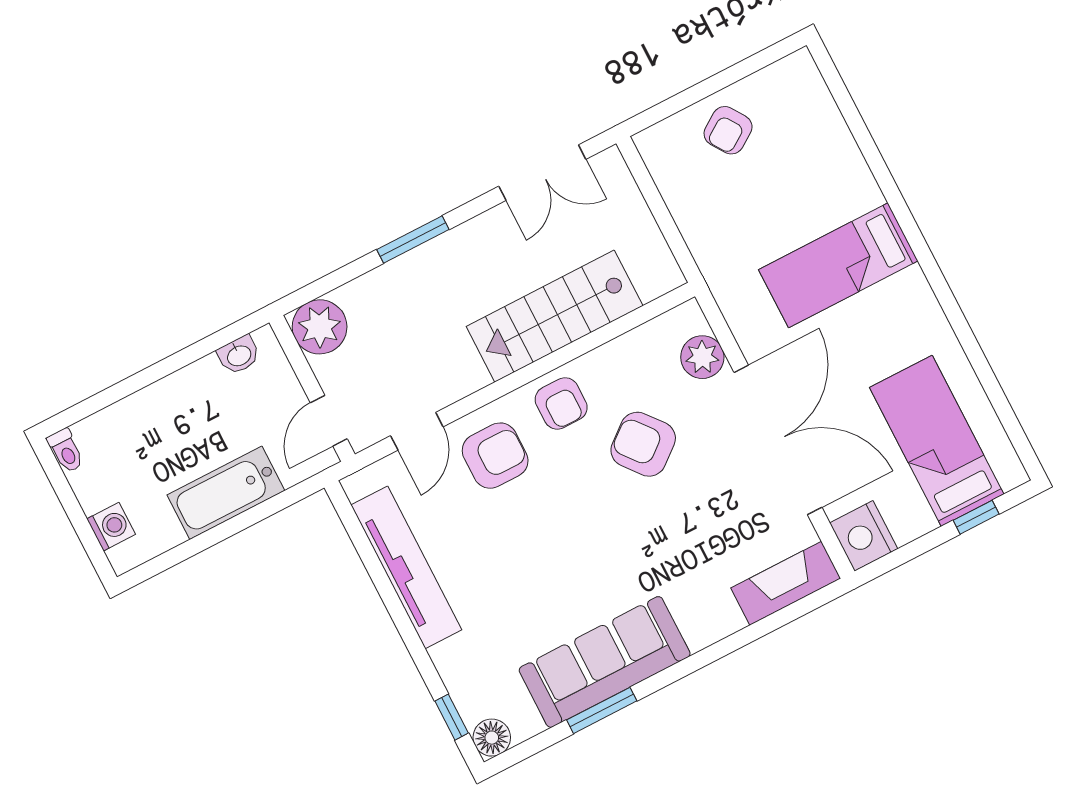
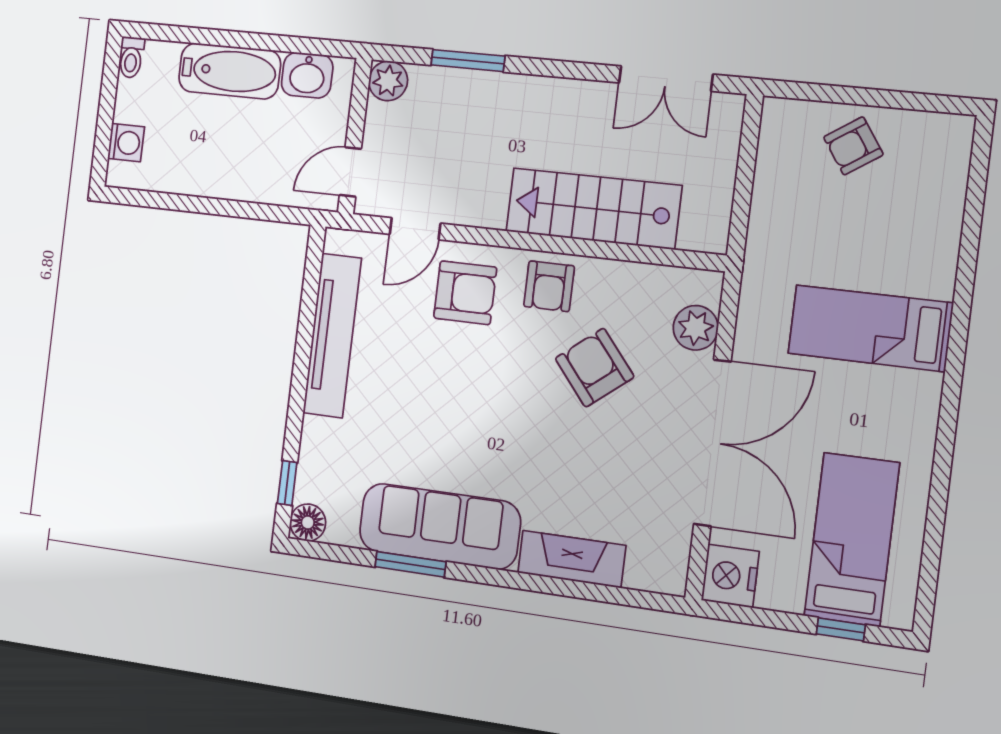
window: (413, 239) -> (468, 61), moved
plant: (320, 327) -> (388, 81), width x0.73, depth x0.73
washbasin: (239, 355) -> (307, 75), width x1.38, depth x1.45
bathtub: (226, 493) -> (230, 71), moved, turned 180
fireplace: (786, 583) -> (572, 559), moved

